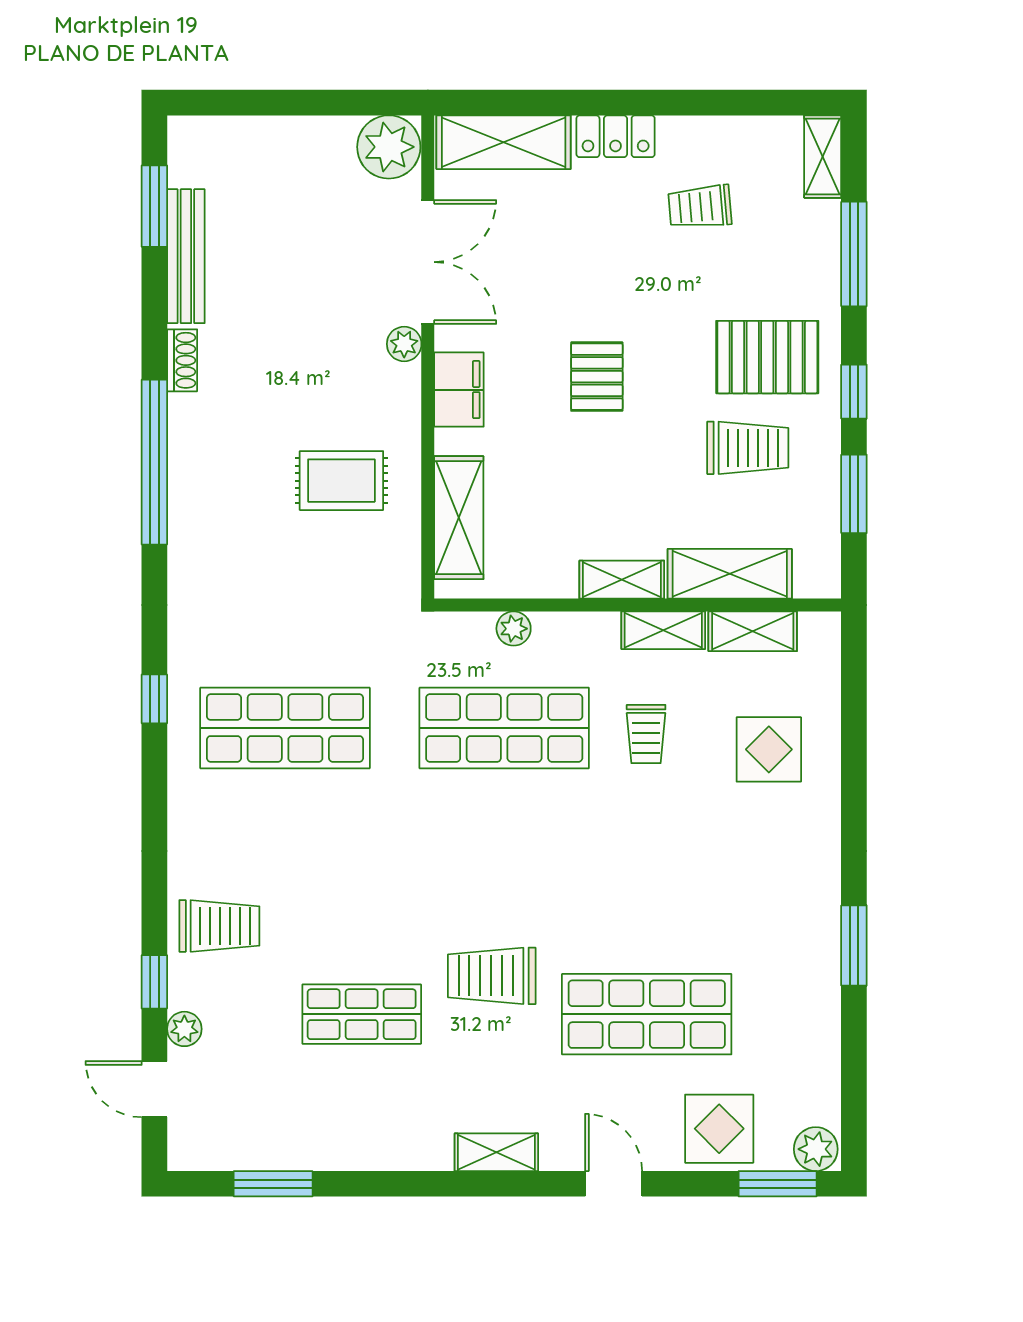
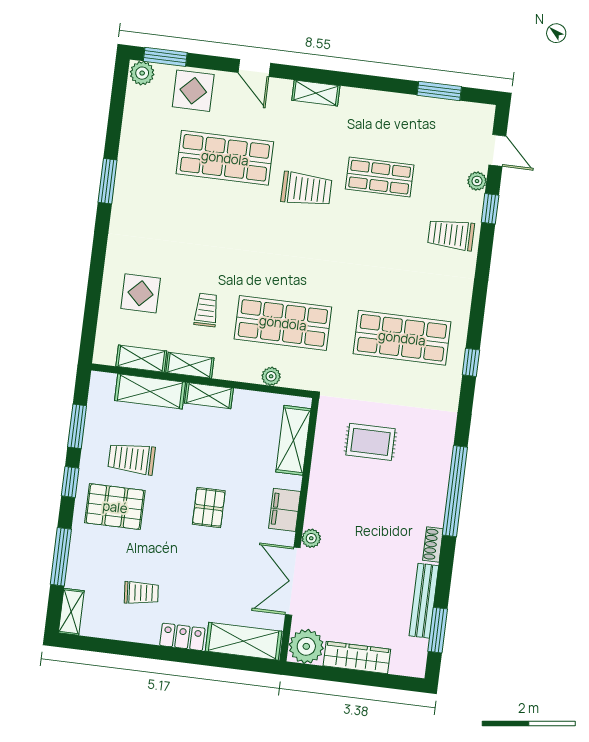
wardrobe: (295, 138) -> (357, 657), added
rug: (341, 481) -> (370, 442), moved

